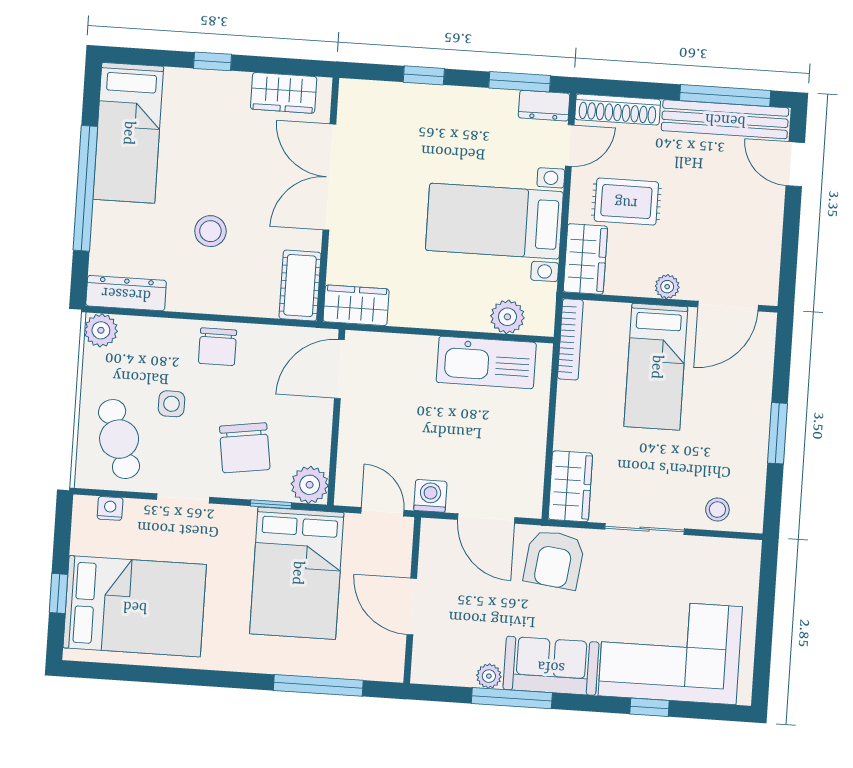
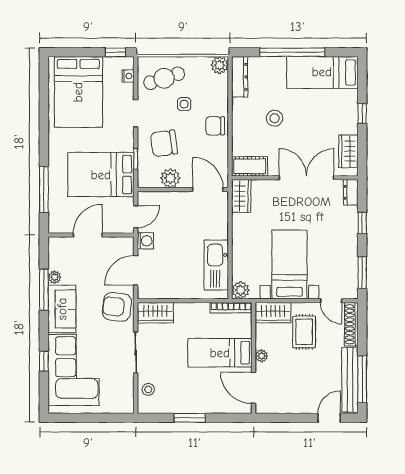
dresser: (544, 106) -> (351, 192), moved
plant: (507, 317) -> (241, 290), moved
plant: (310, 485) -> (170, 178), moved
window: (58, 593) -> (115, 52), moved

